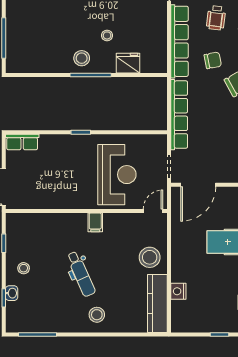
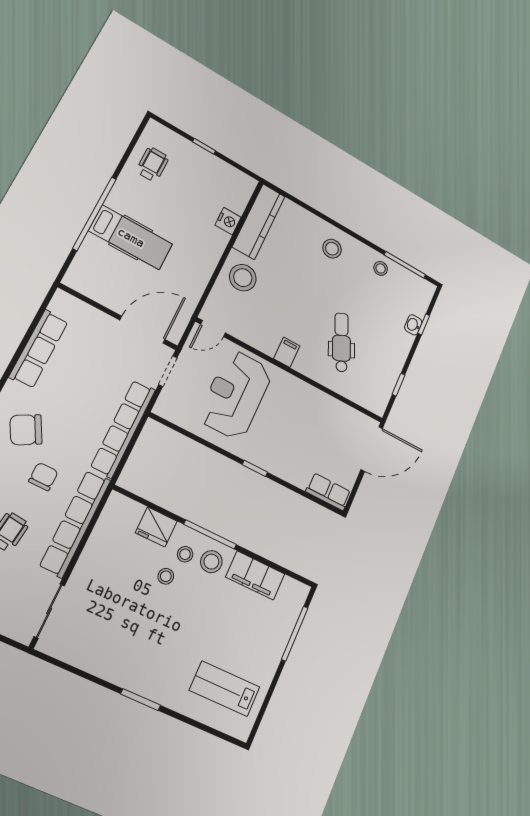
stool: (101, 55) -> (185, 554), added
chair: (213, 60) -> (43, 477), turned 101
filing cabinet: (48, 63) -> (255, 575), added
stool: (24, 268) -> (381, 268), moved
dental chair: (81, 274) -> (341, 342), moved

